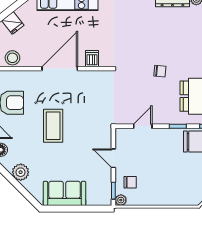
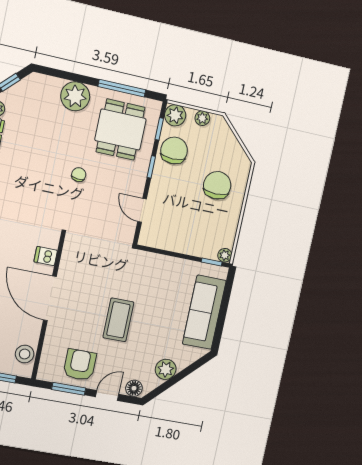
coffee table: (53, 126) -> (118, 320), turned 90
door: (113, 158) -> (173, 254), removed
chair: (130, 182) -> (217, 185), moved, width x1.87, depth x1.87
sofa: (65, 193) -> (204, 312), width x1.36

